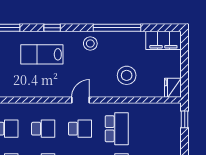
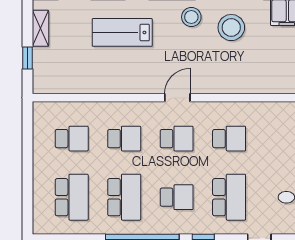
stool: (127, 75) -> (231, 28), moved
school desk: (117, 129) -> (229, 139), width x0.54

